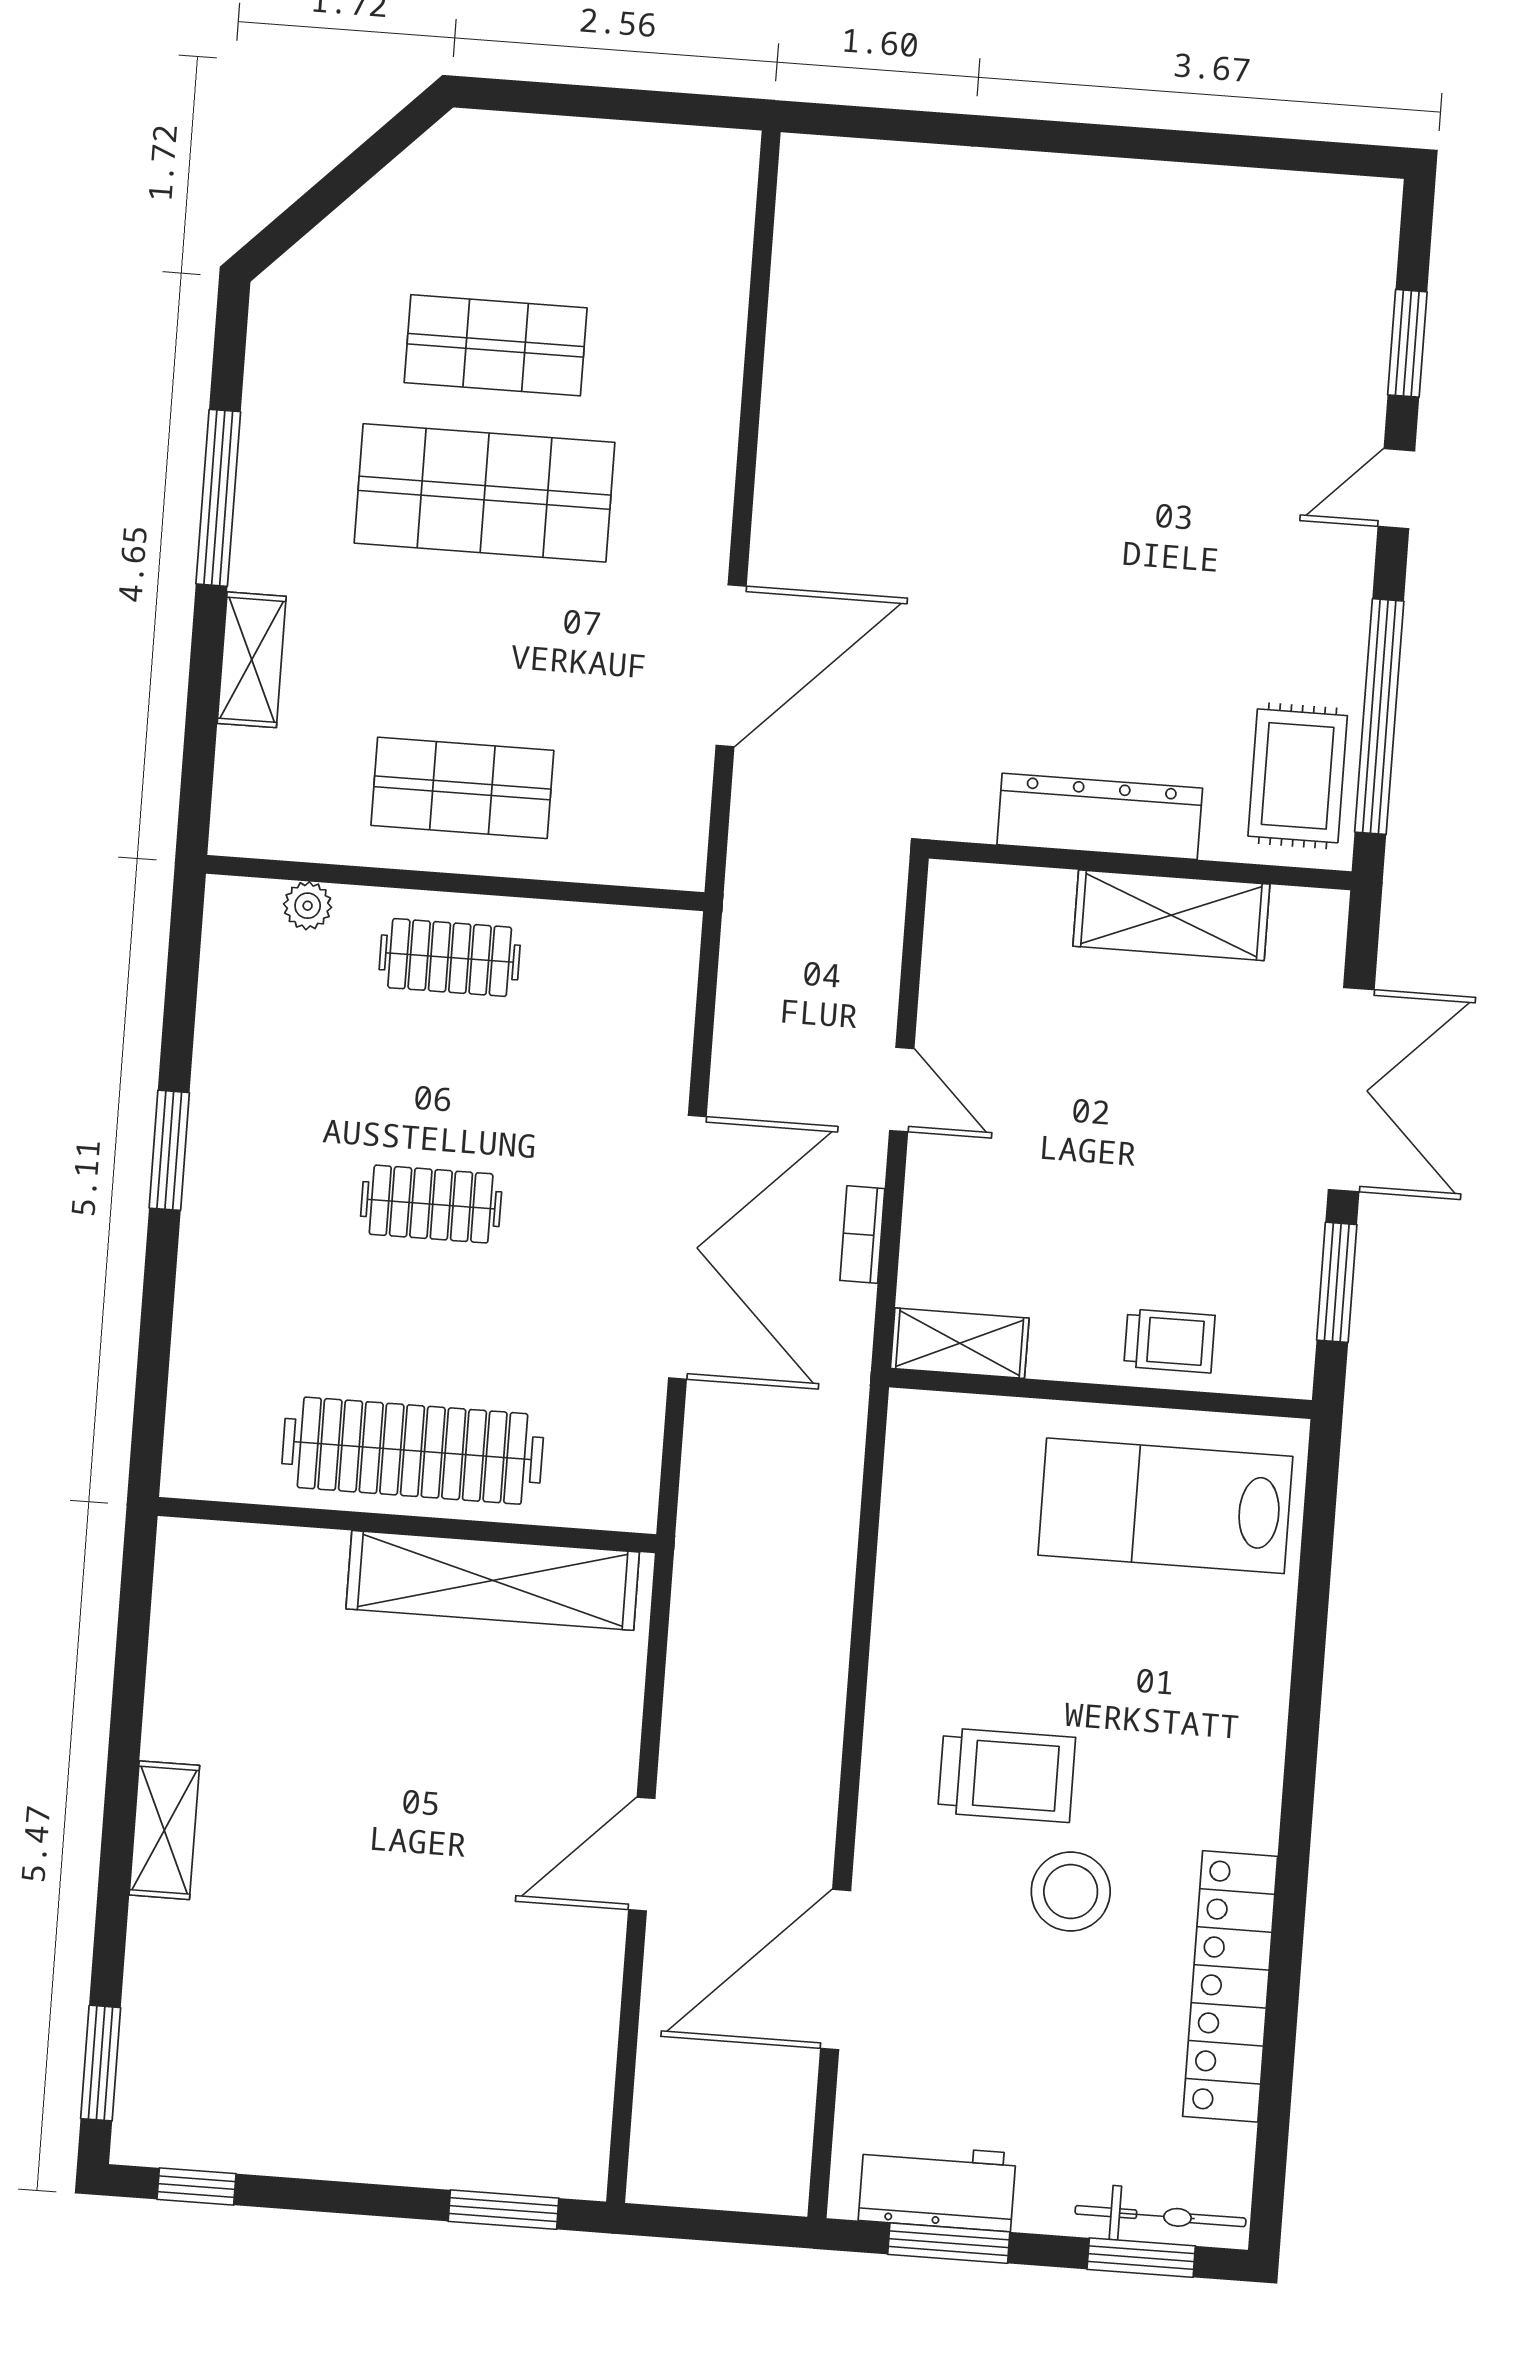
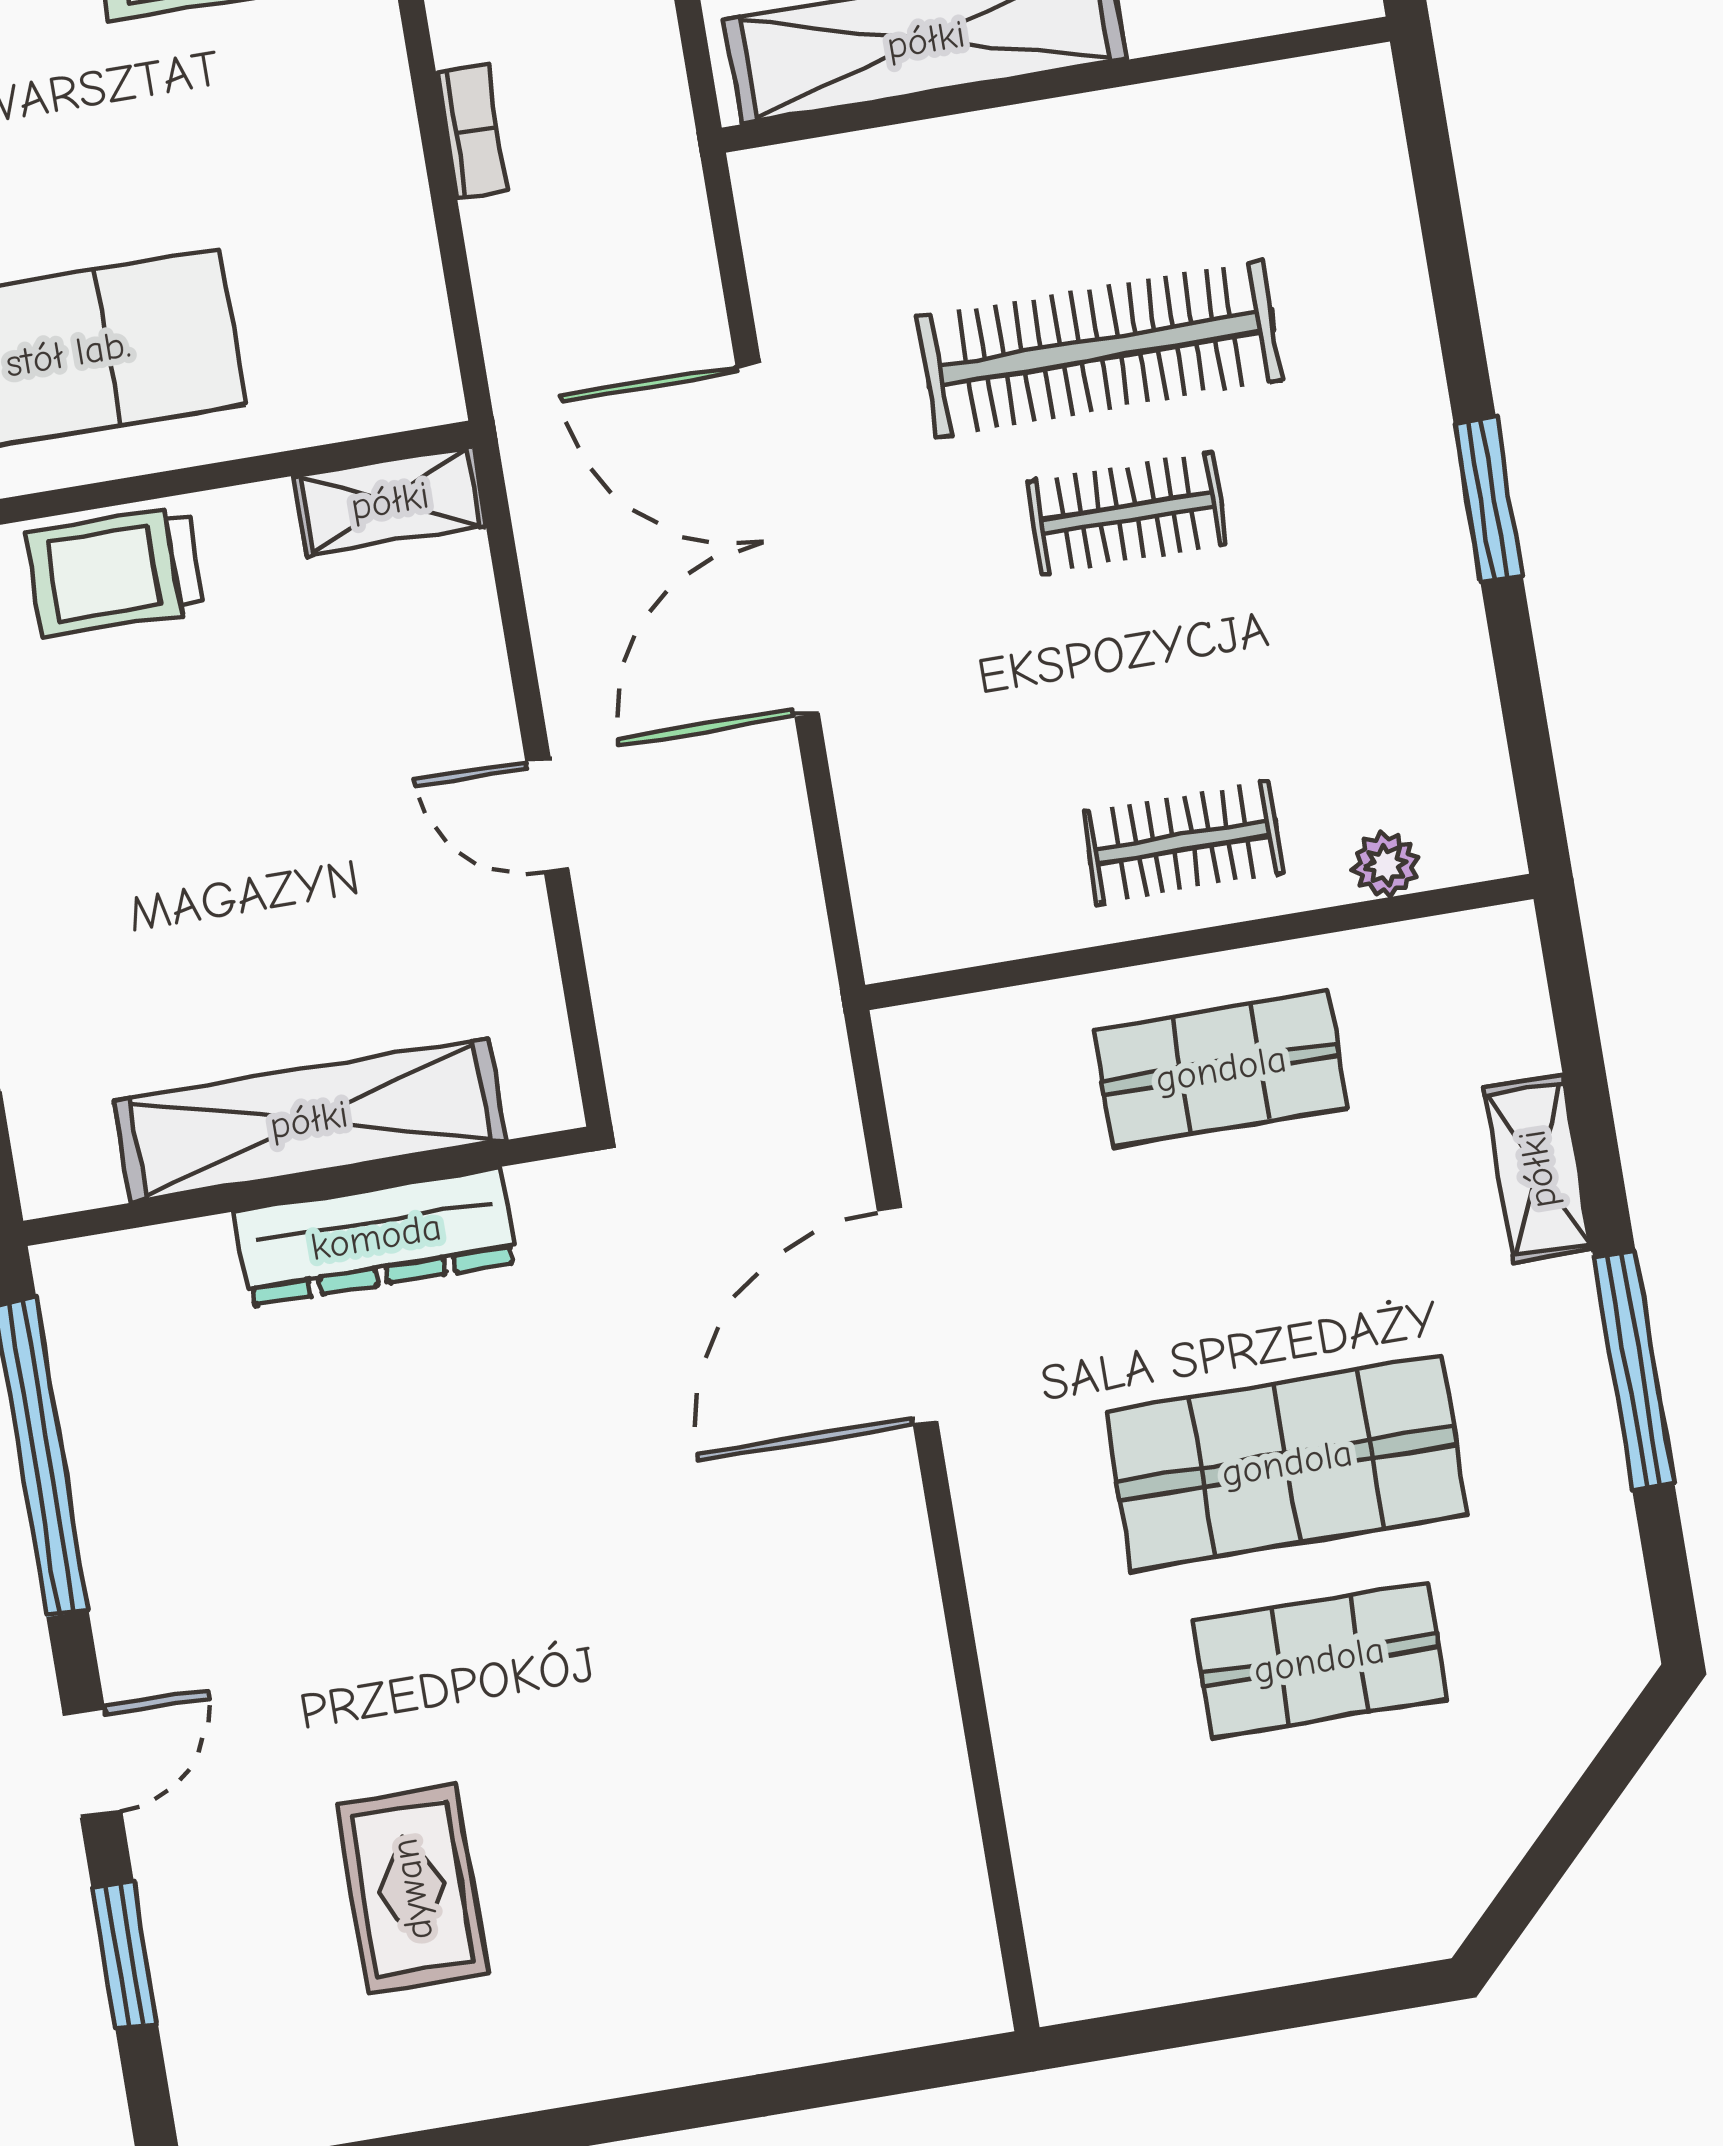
rug: (1298, 776) -> (412, 1889), moved
shelving: (1171, 915) -> (309, 1120), width x1.47
bookcase: (862, 1234) -> (472, 131), moved
trolley: (1169, 1341) -> (115, 572), width x1.36, depth x1.39
clothes rail: (413, 1451) -> (1100, 349), moved

